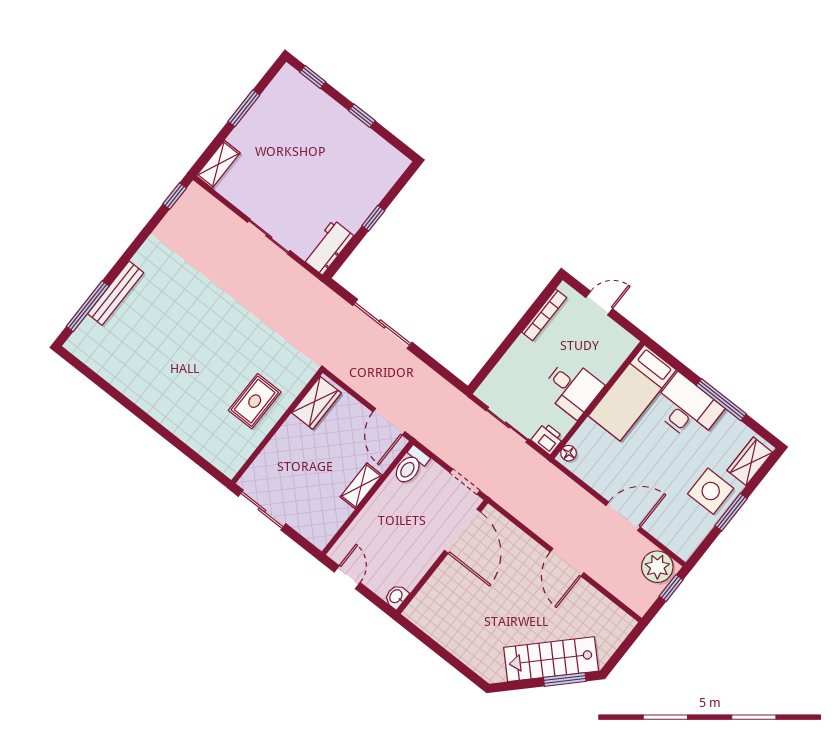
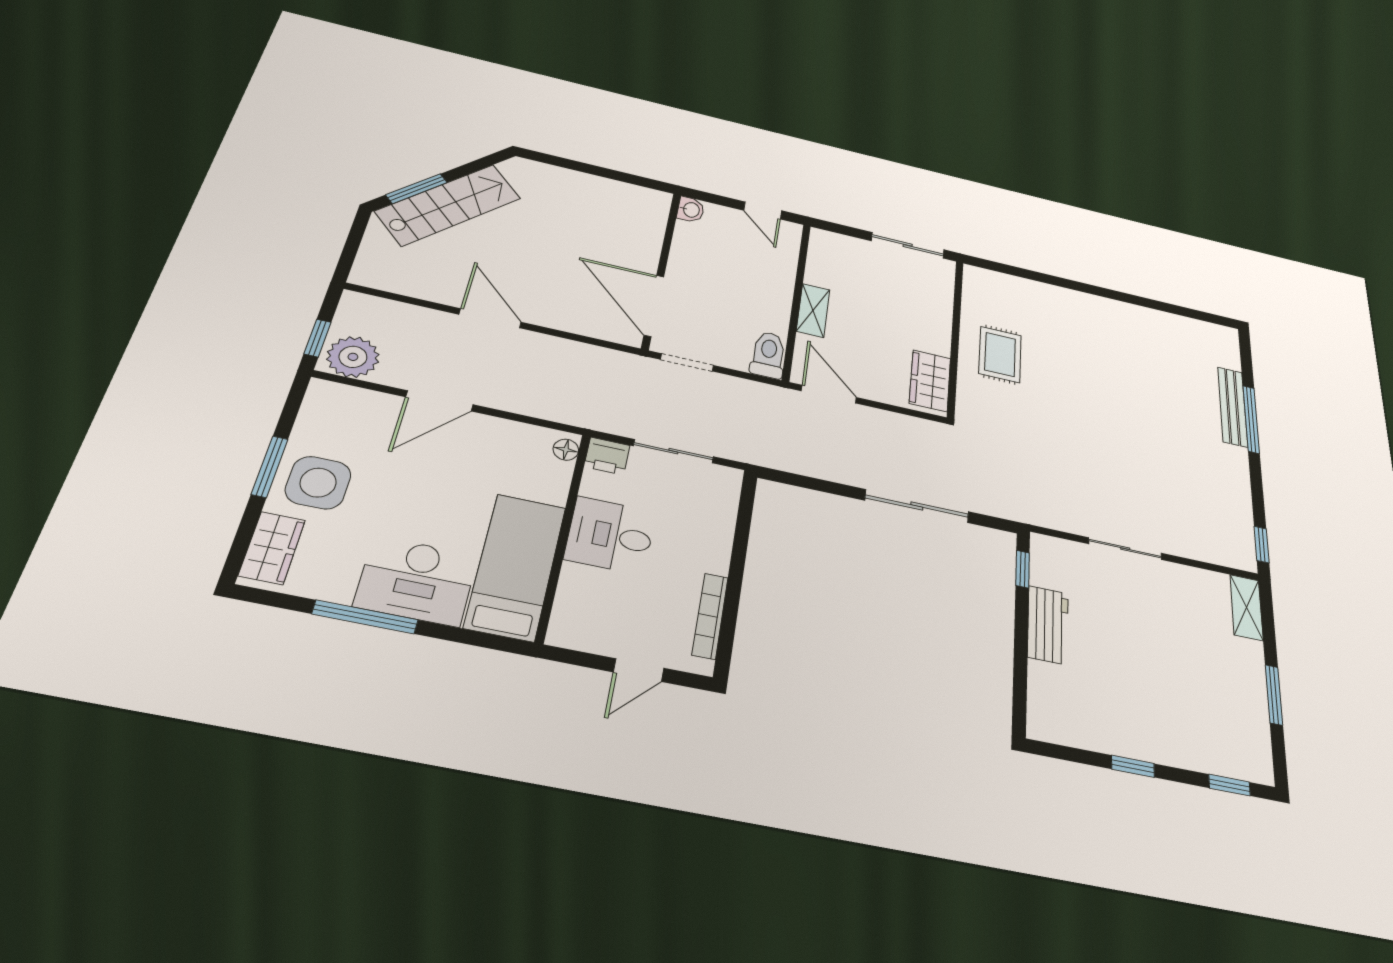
window: (373, 218) -> (1023, 569), moved
workbench: (328, 247) -> (1048, 625), moved
window: (88, 306) -> (1251, 419), moved

